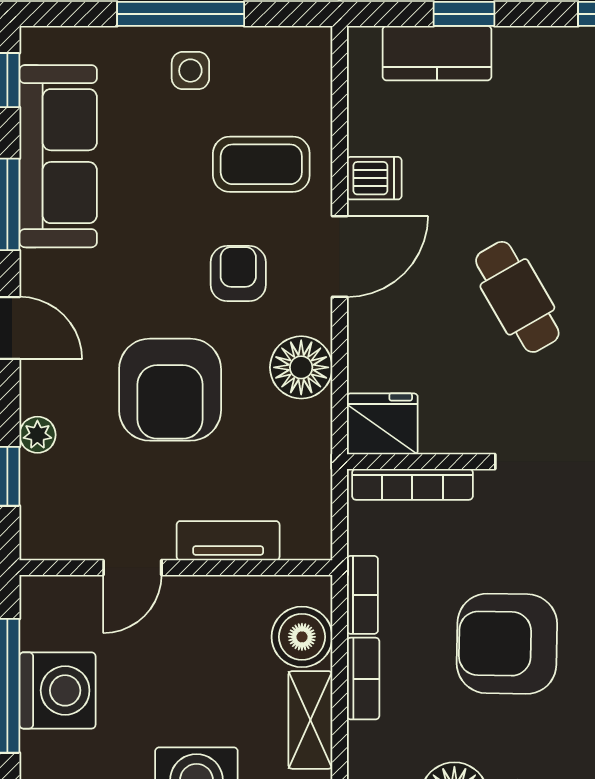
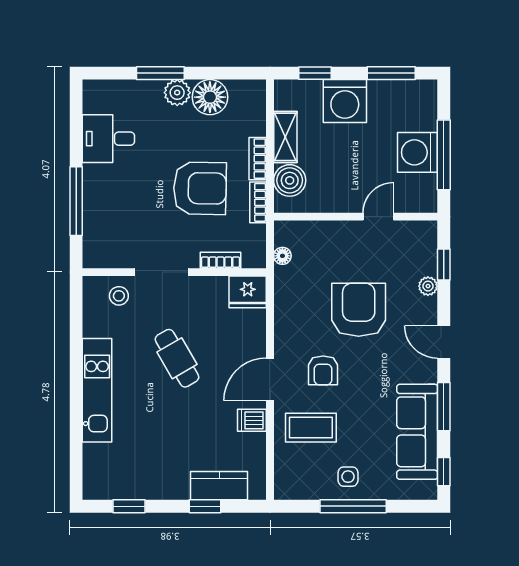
floor lamp: (301, 367) -> (282, 256), moved, width x0.53, depth x0.53
bookcase: (412, 484) -> (220, 260), width x0.64
tv unit: (228, 541) -> (328, 231), removed
armchair: (507, 644) -> (200, 188), moved

